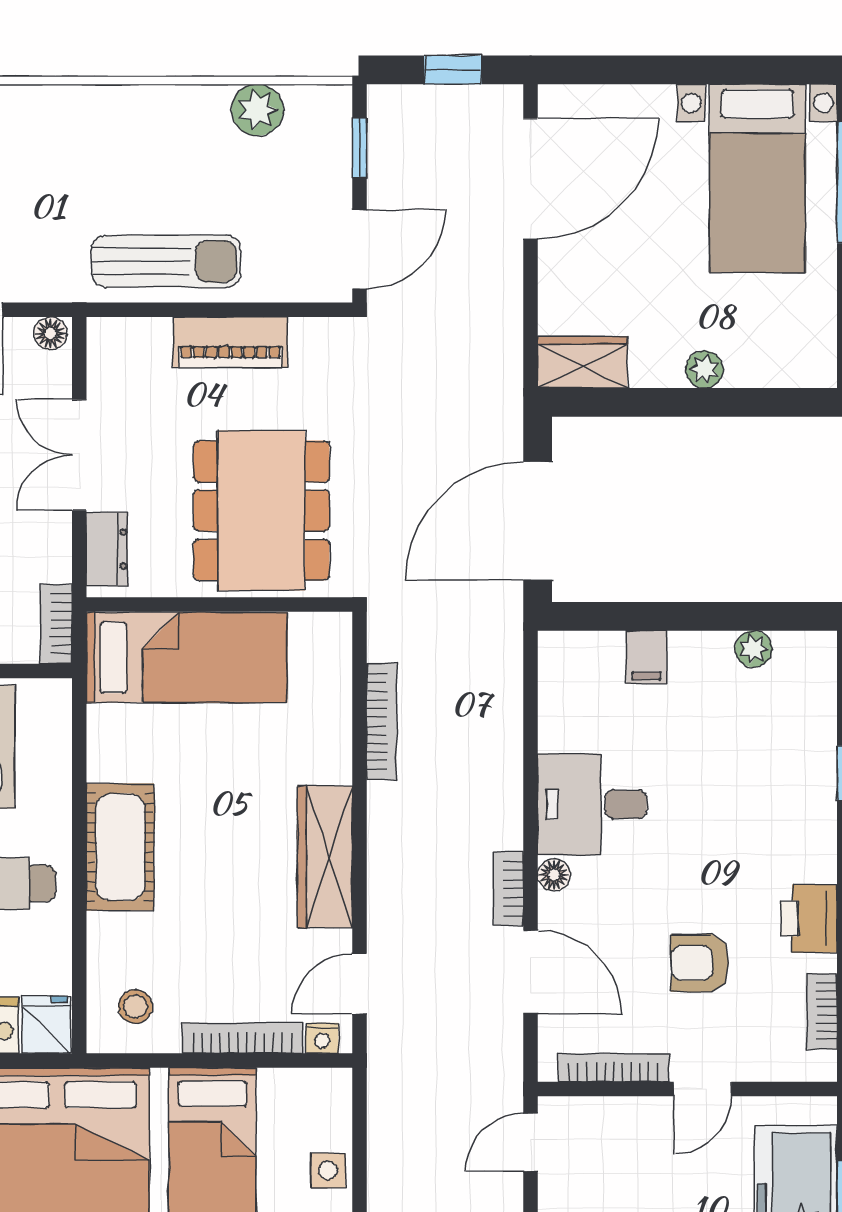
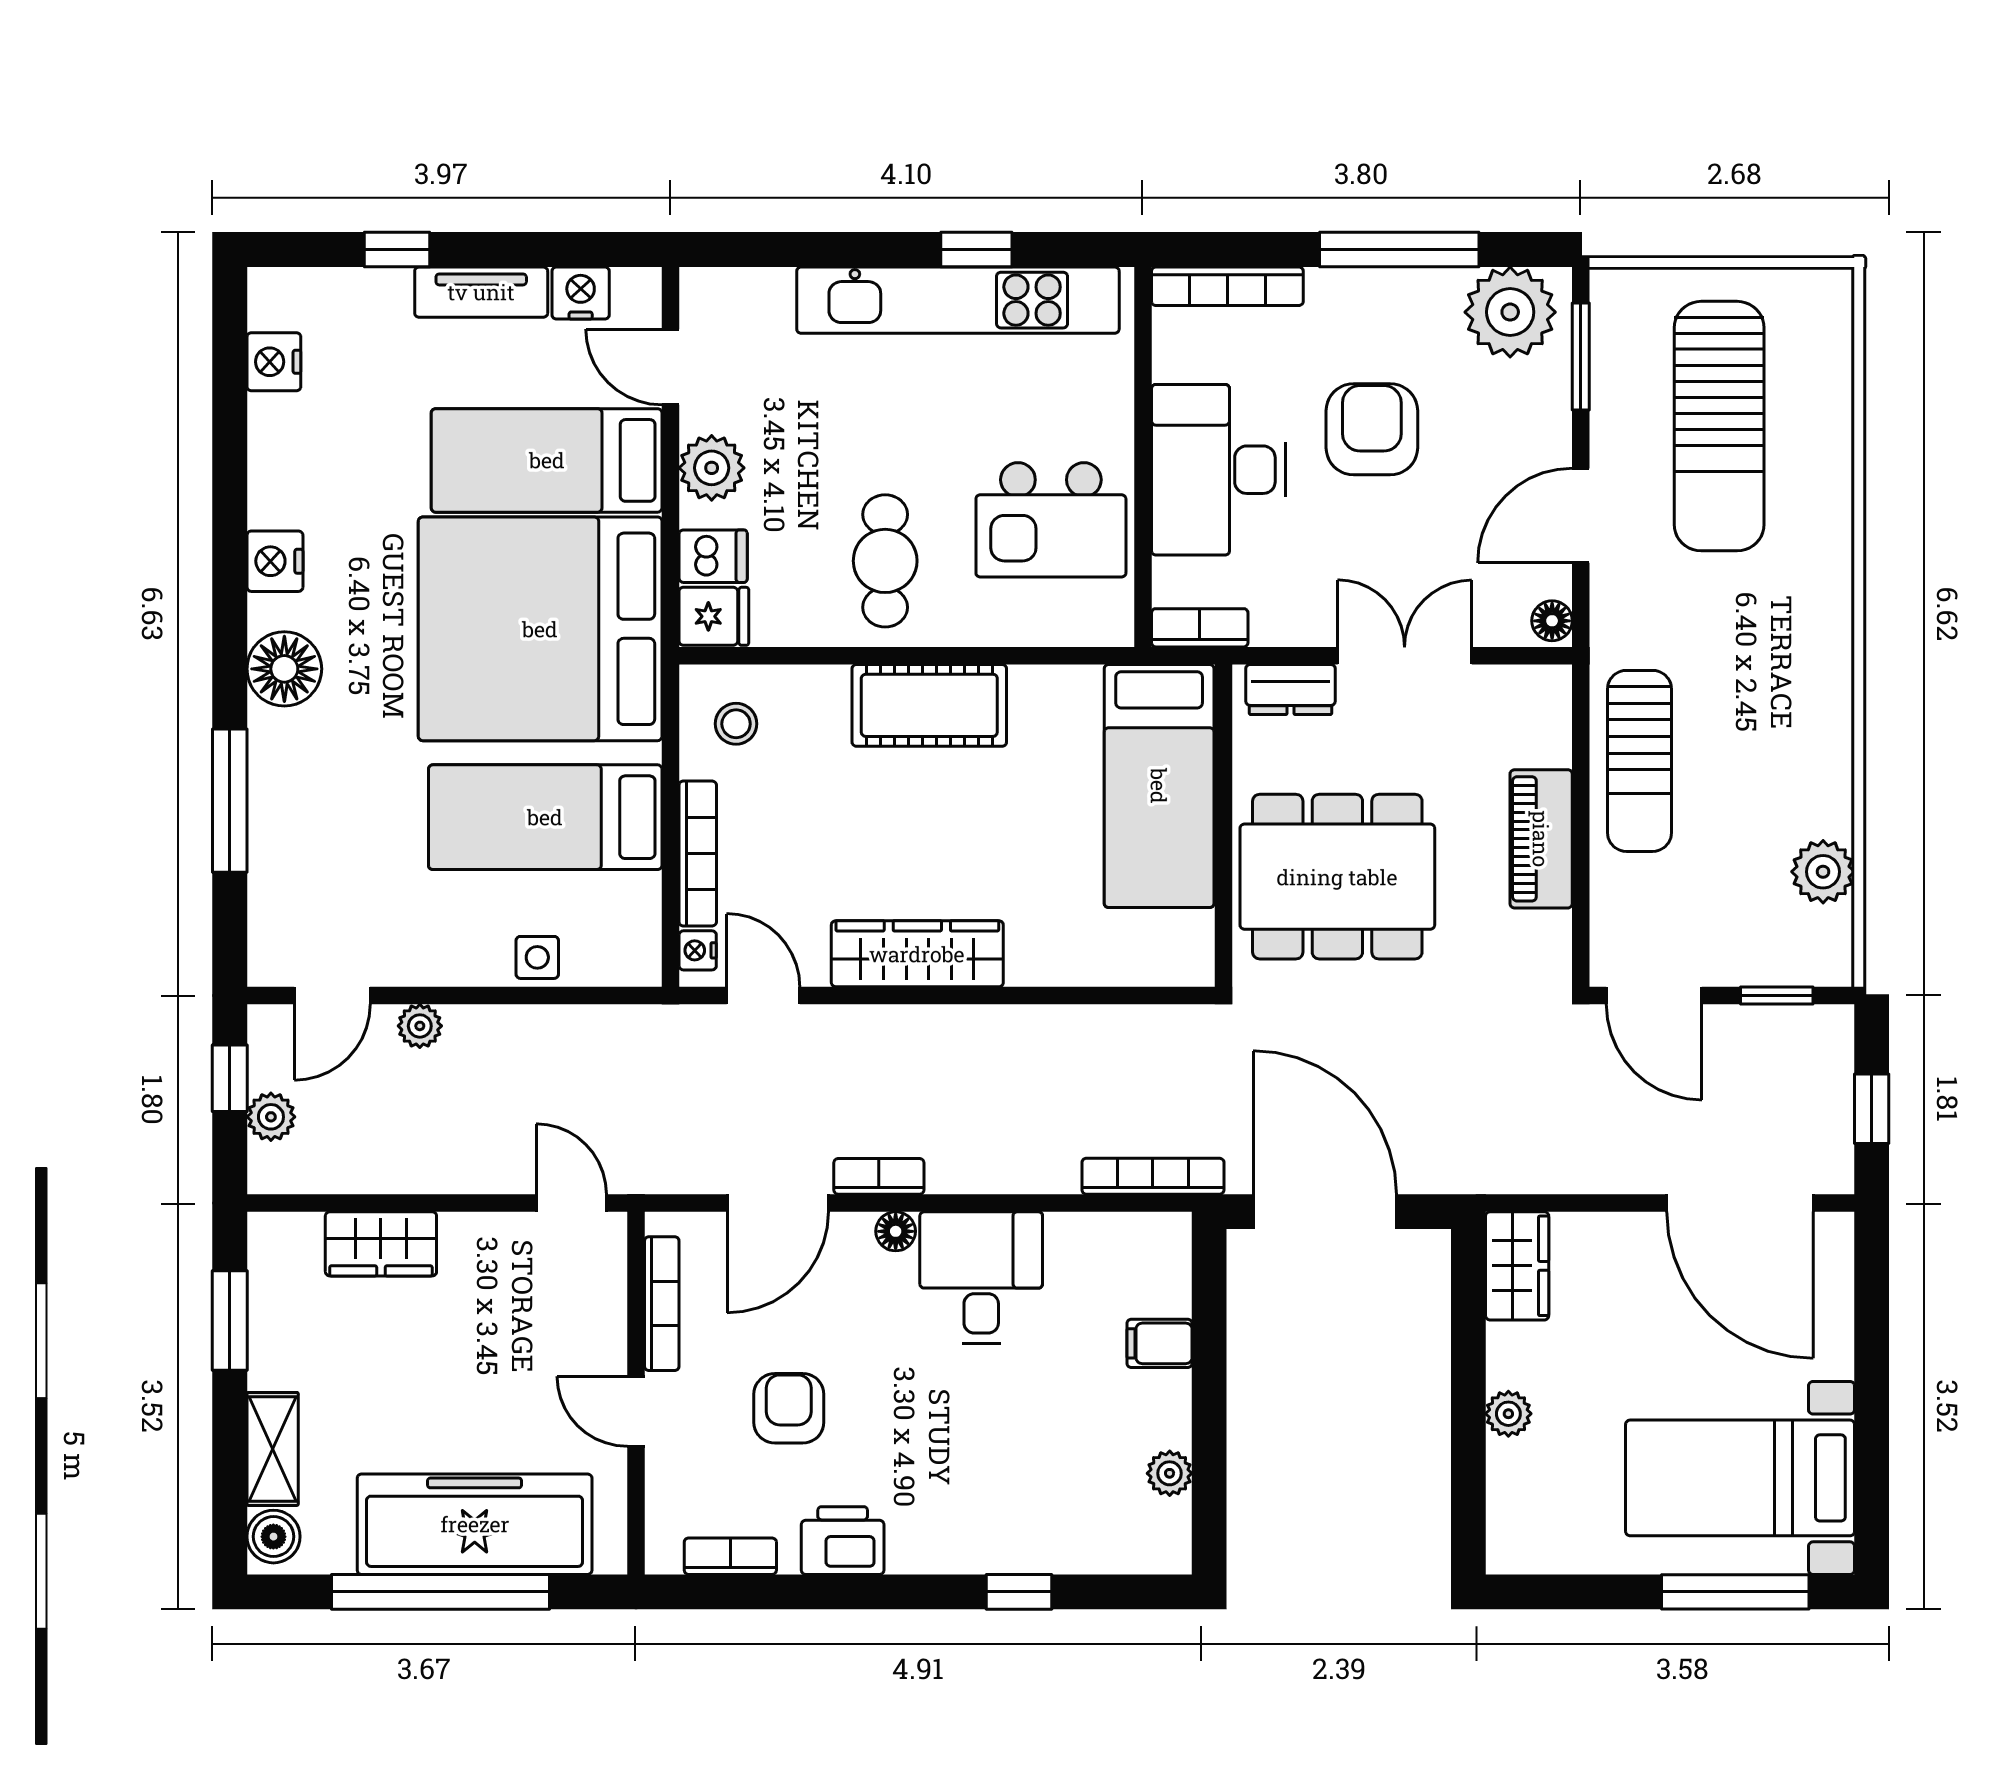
bookcase: (382, 721) -> (1153, 1176), moved, turned 180

